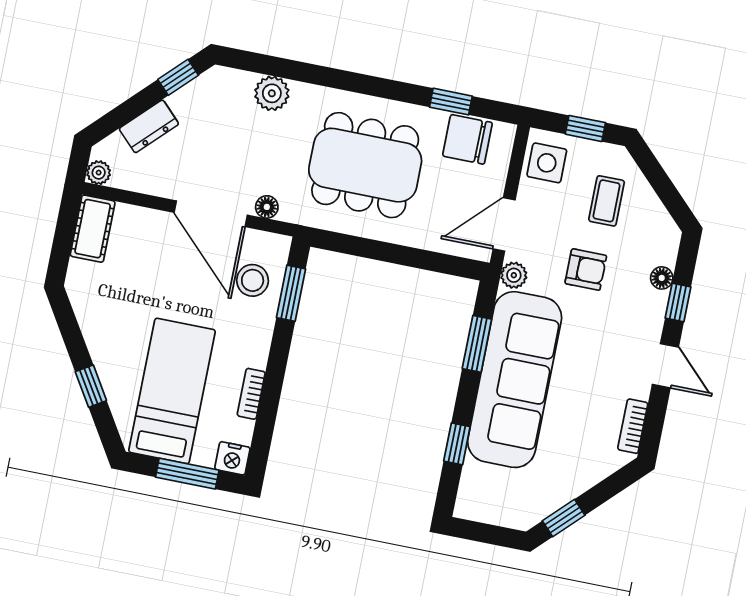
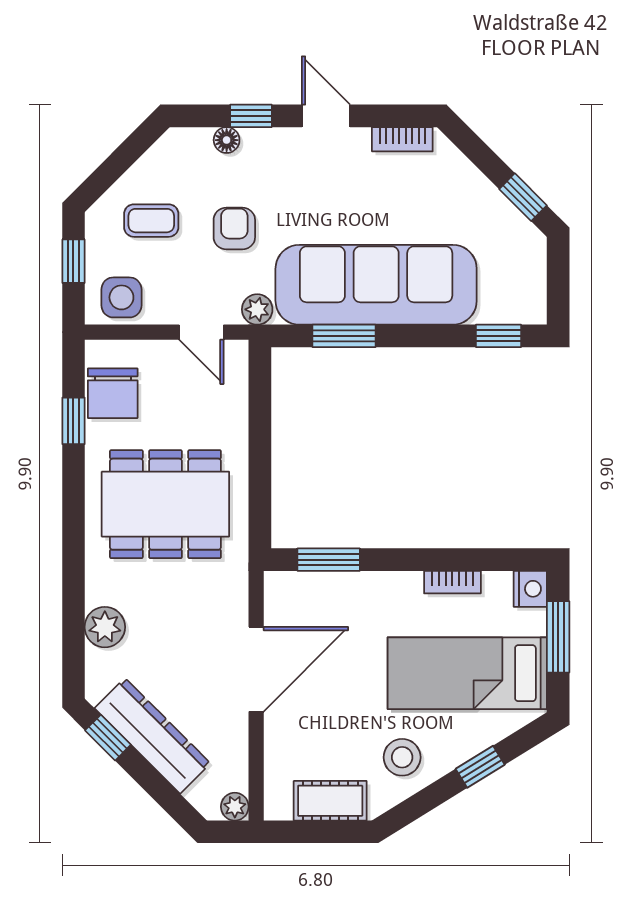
dresser: (149, 126) -> (153, 736), width x1.96, depth x1.24
dining table: (365, 165) -> (165, 504), turned 90
floor lamp: (267, 207) -> (236, 607), removed
door: (504, 224) -> (201, 332), width x0.73
cot: (93, 229) -> (330, 801), moved
stool: (253, 280) -> (402, 757), moved
door: (665, 366) -> (326, 116), hinge flipped
window: (457, 444) -> (498, 336), moved

